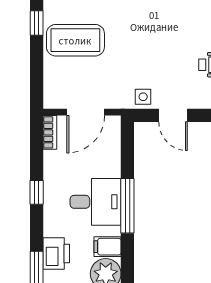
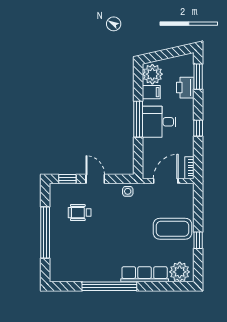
door: (173, 115) -> (95, 179), moved

